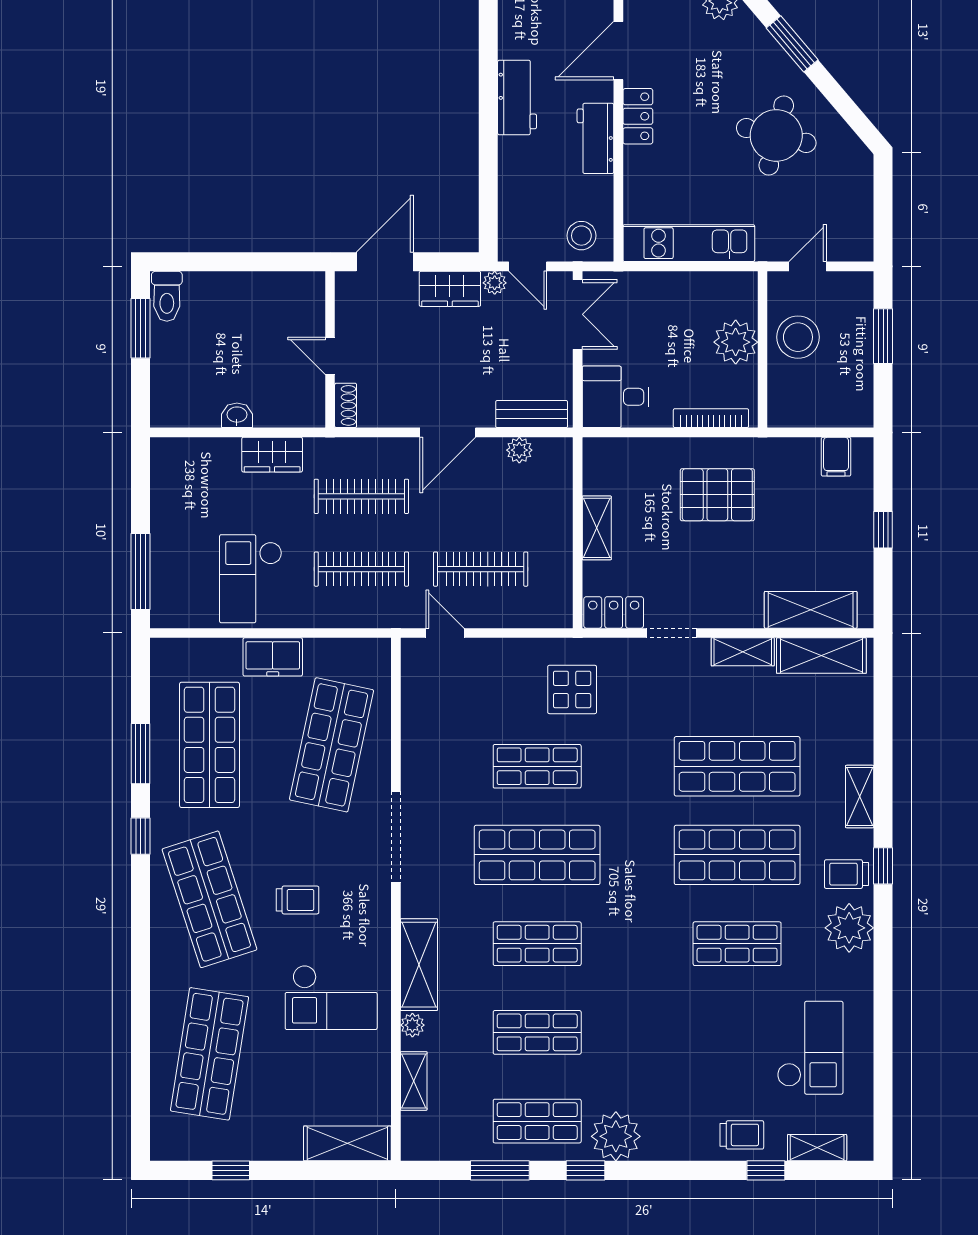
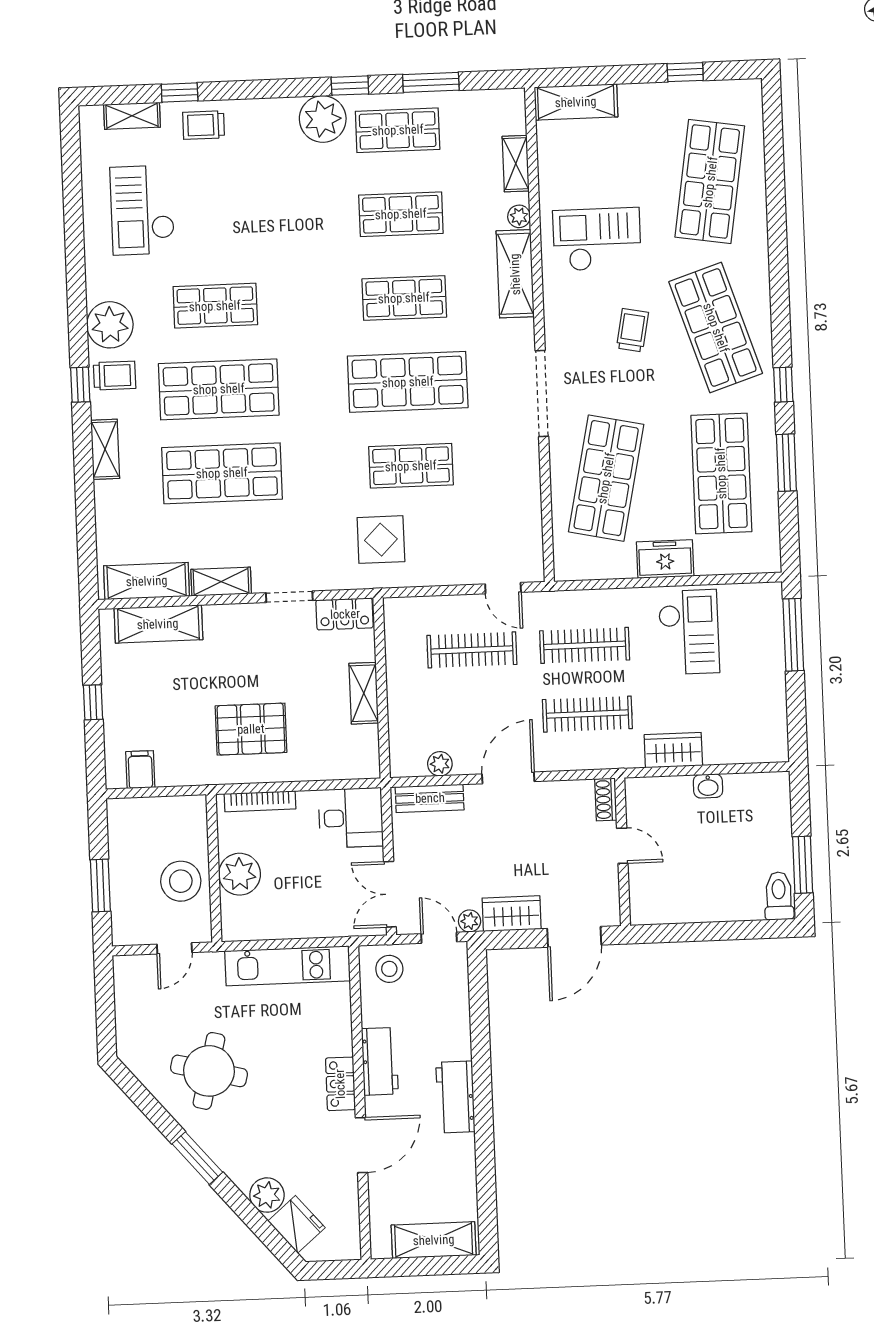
trolley: (298, 900) -> (632, 330), turned 101

